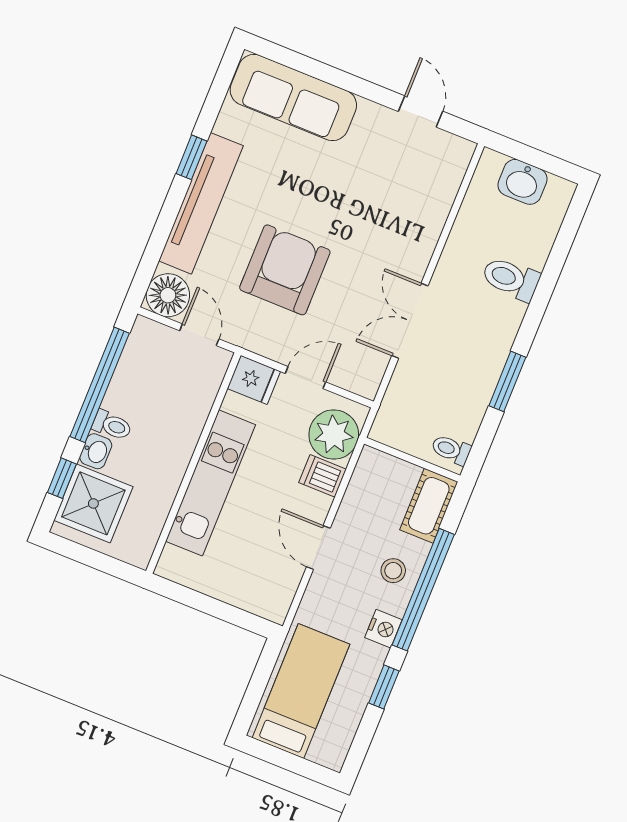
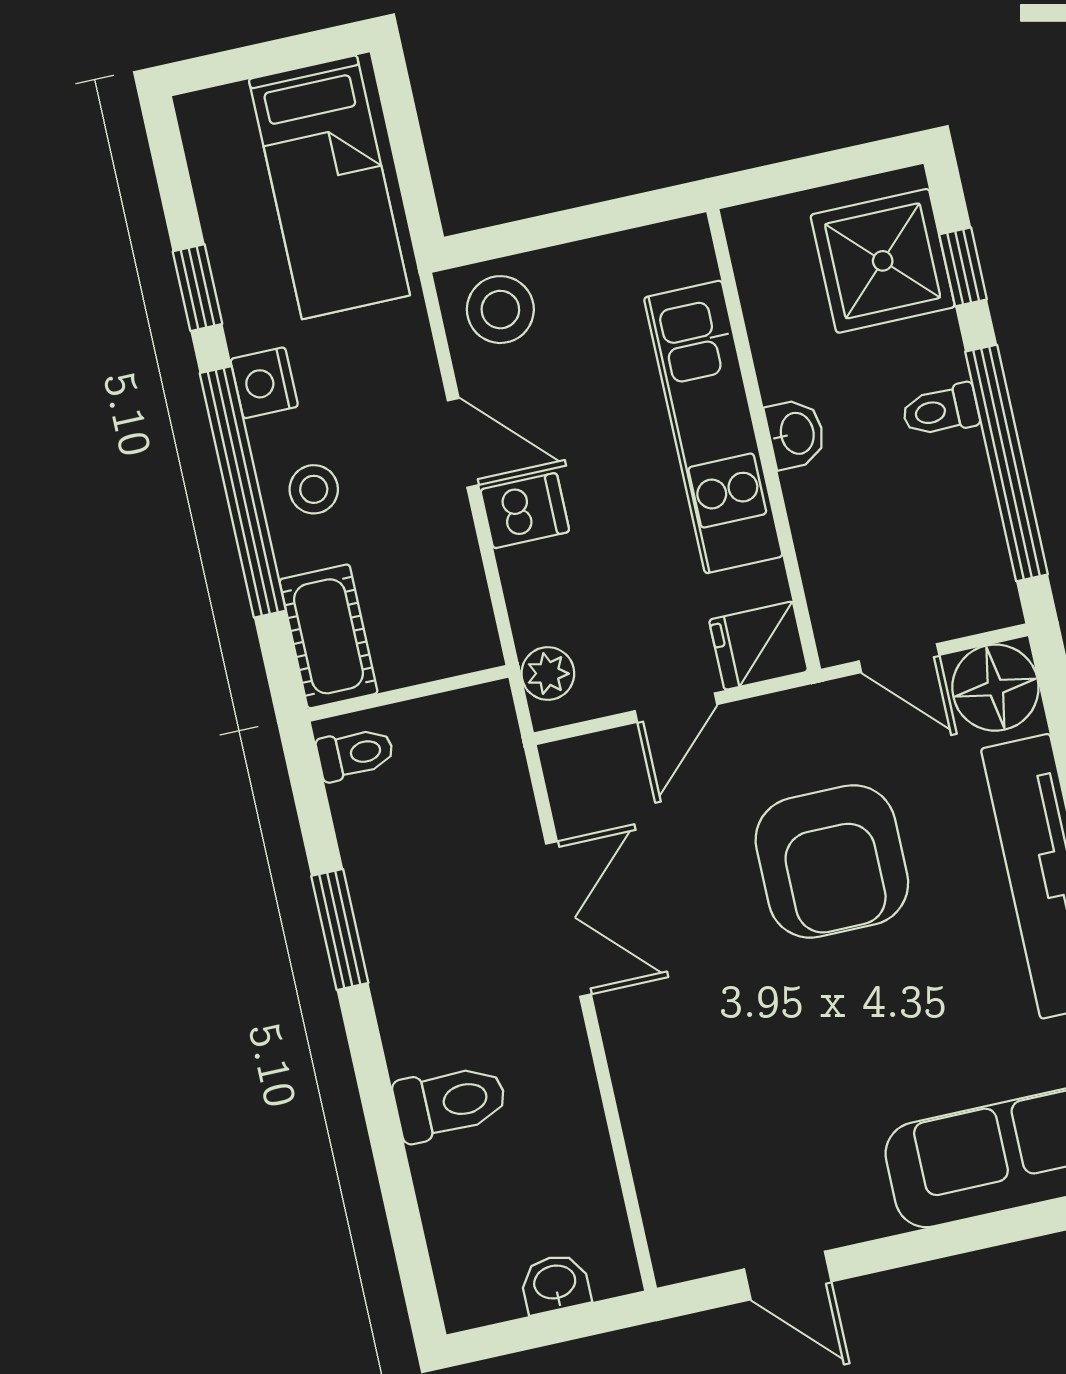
washbasin: (523, 182) -> (555, 1283), width x0.72, depth x0.69
plant: (334, 435) -> (548, 674), width x0.53, depth x0.53
washbasin: (96, 451) -> (796, 434), moved, turned 180
dishwasher: (323, 476) -> (525, 511), moved
stool: (265, 592) -> (500, 310), added

